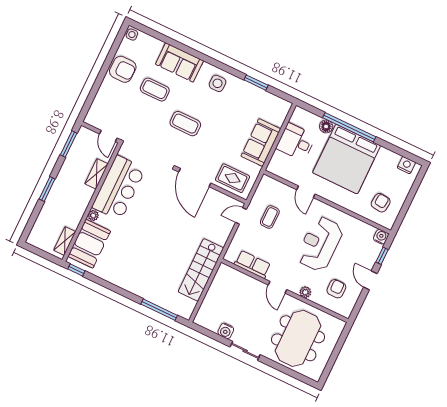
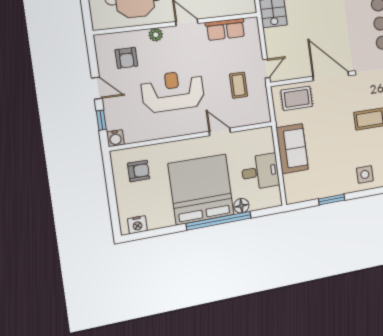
armchair: (381, 203) -> (139, 171), turned -96
reception desk: (320, 244) -> (173, 91), turned -90

